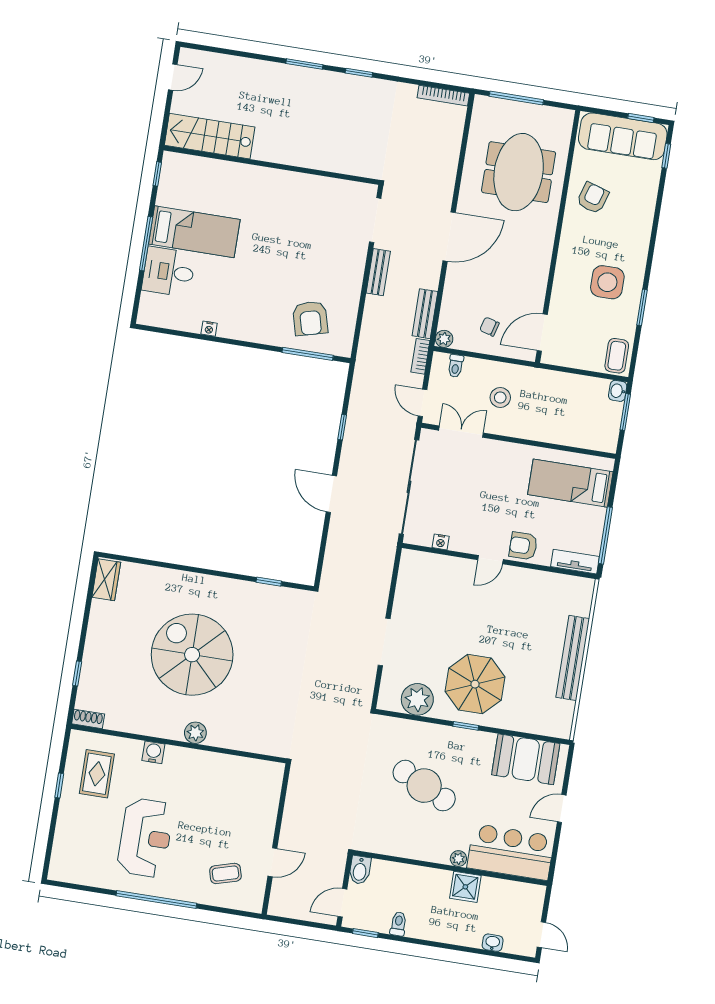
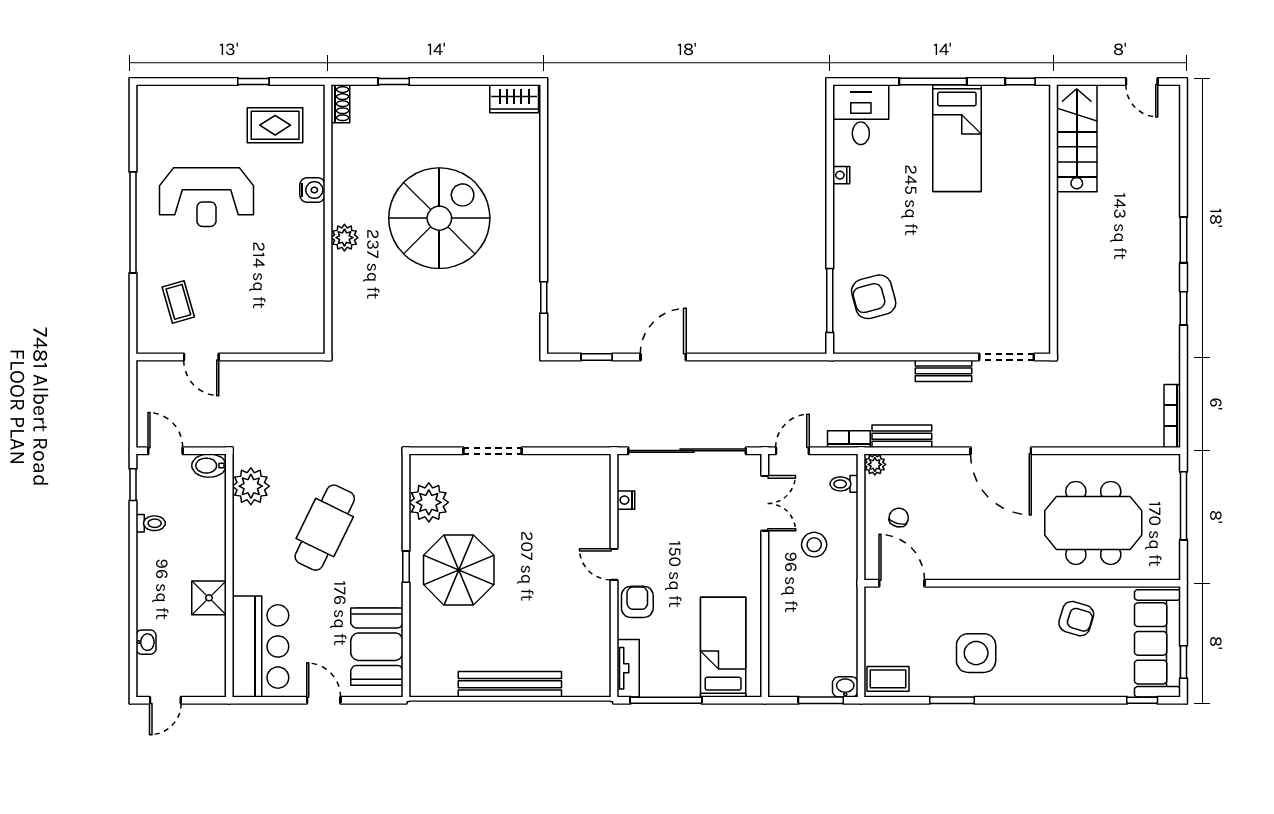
desk: (169, 272) -> (861, 115), moved
window: (342, 427) -> (597, 357), moved
plant: (458, 859) -> (251, 486), moved, width x1.88, depth x1.88

